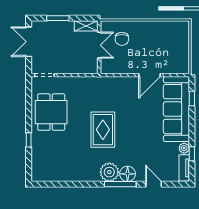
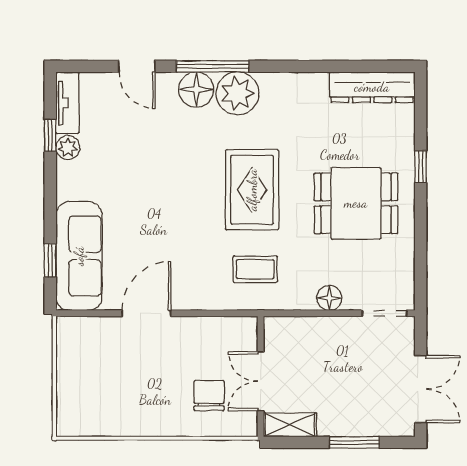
floor lamp: (69, 82) -> (329, 298), added
coffee table: (101, 95) -> (255, 269), added
sofa: (176, 109) -> (79, 256), width x0.74, depth x0.79
dining table: (51, 112) -> (356, 203), moved, turned 90
dresser: (50, 175) -> (372, 87), added

